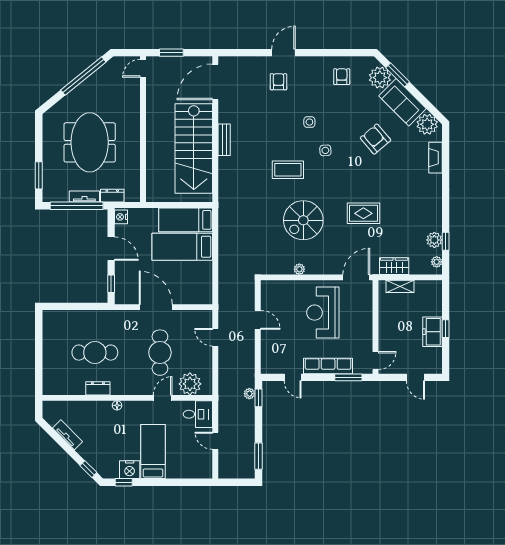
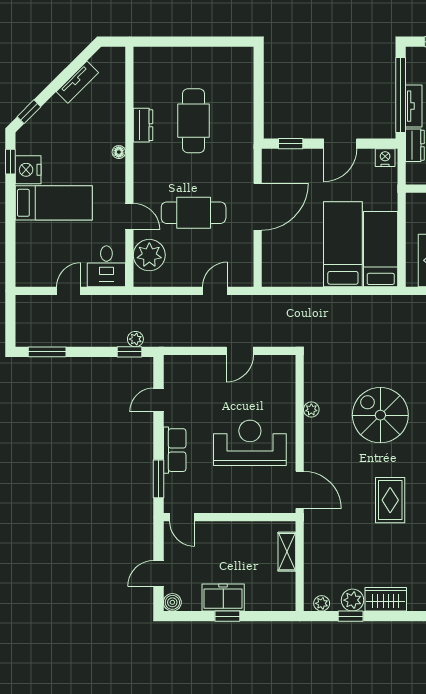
wardrobe: (394, 266) -> (386, 599), moved, turned -90
row of seats: (328, 366) -> (175, 450), width x0.68
boiler: (436, 368) -> (172, 602), added

